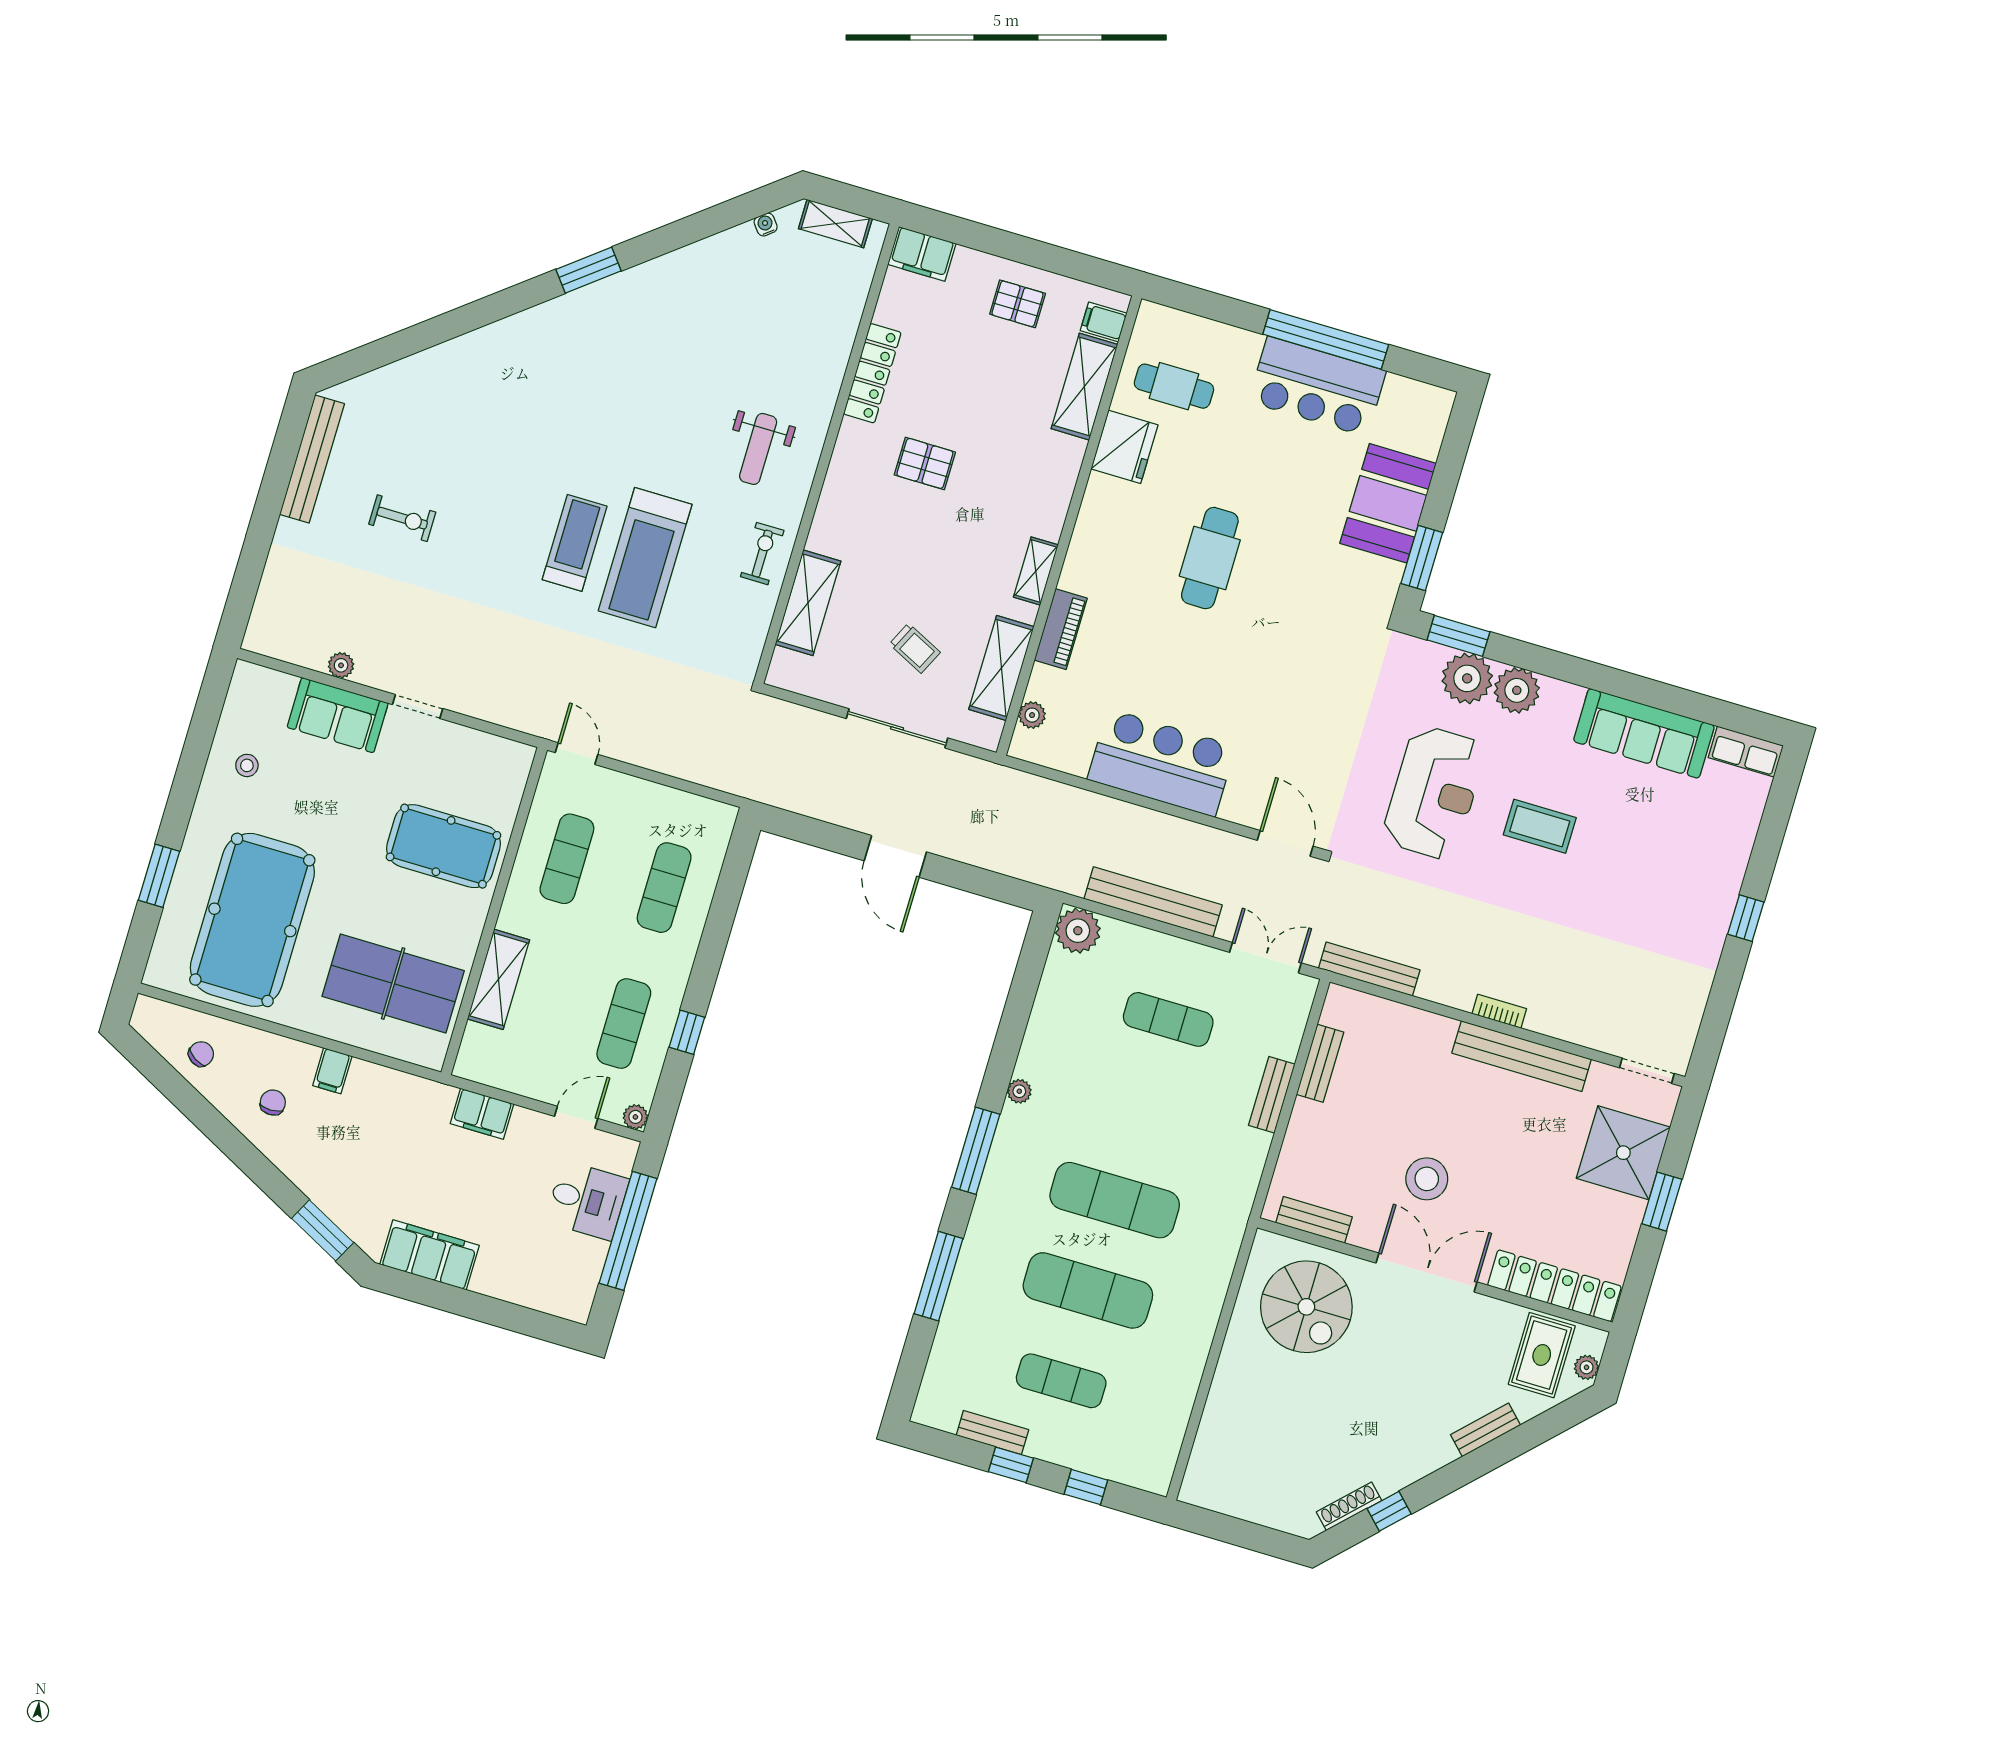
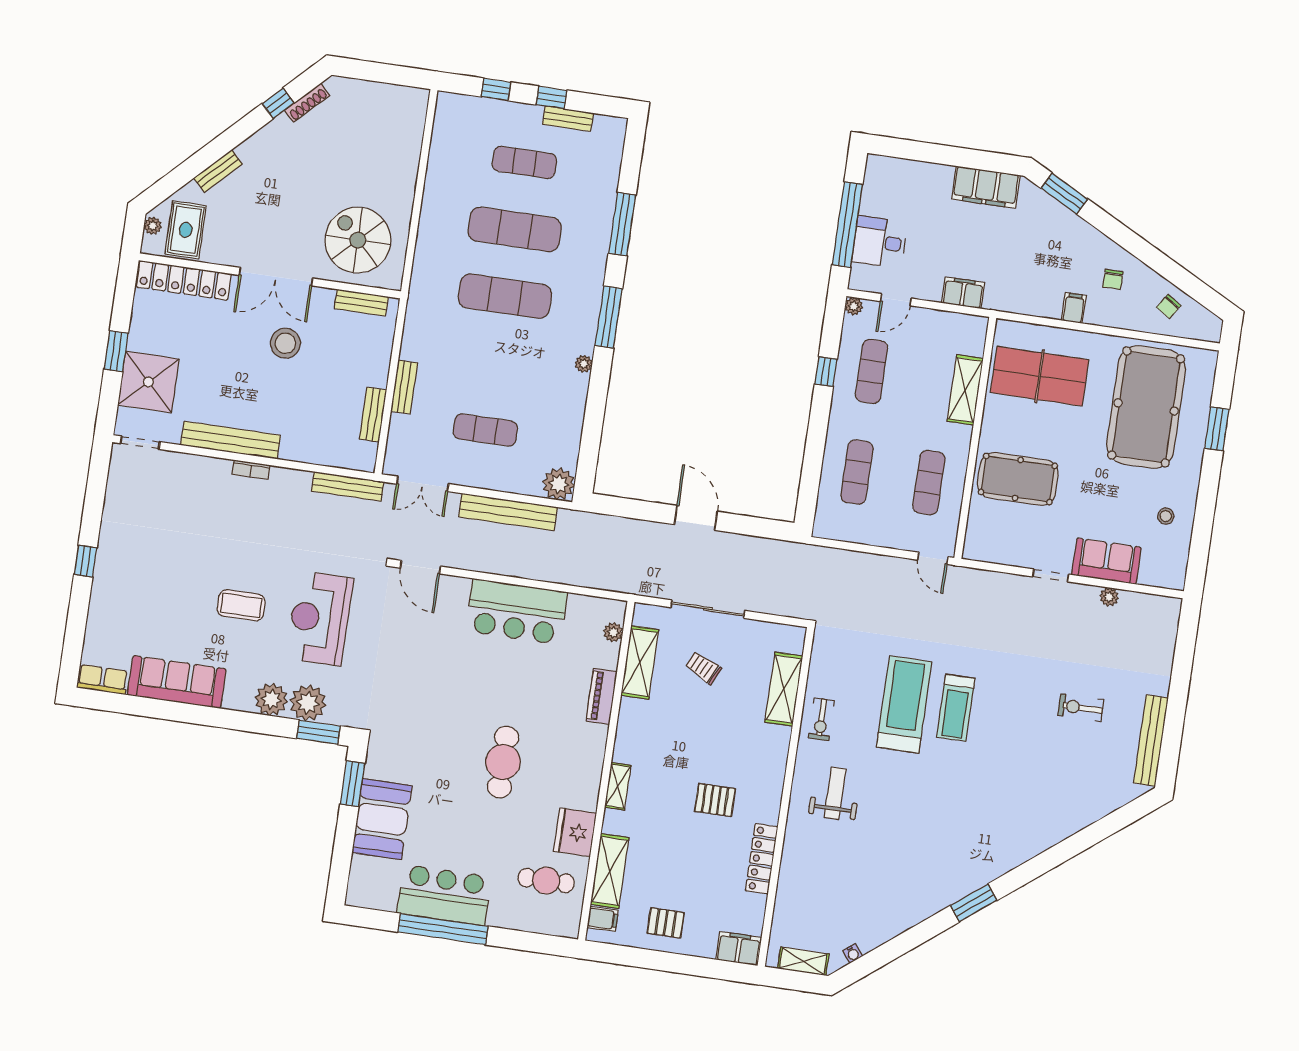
shelving: (1036, 571) -> (618, 786), moved

